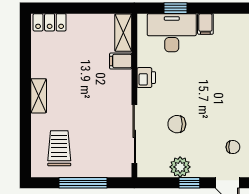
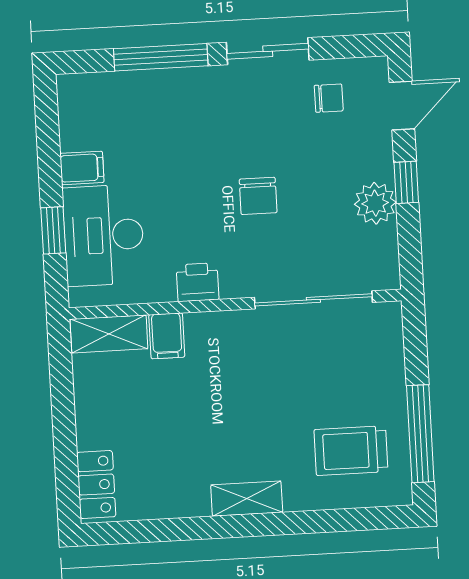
chair: (177, 124) -> (258, 196), moved
chair: (233, 147) -> (329, 98), turned 90
window: (83, 183) -> (420, 434), moved

